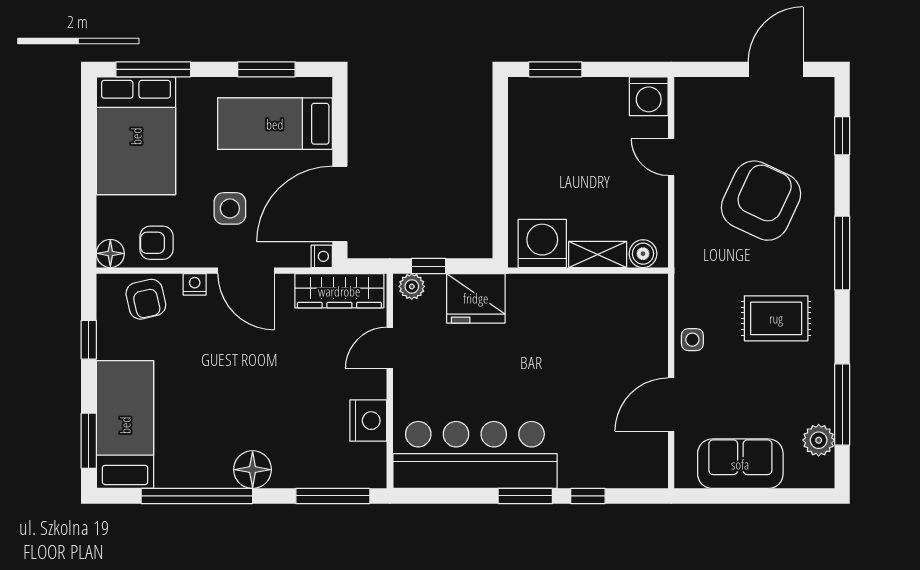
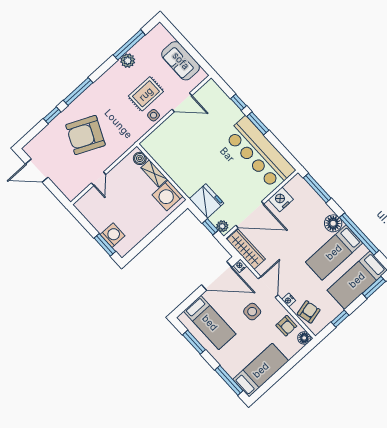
washing machine: (649, 96) -> (113, 235), moved
bed: (136, 136) -> (261, 370), width x0.67
window: (842, 136) -> (52, 115), moved
rug: (776, 318) -> (146, 94), moved, turned 90
door: (390, 348) -> (250, 215), width x1.87
bed: (204, 428) -> (334, 252), added
plant: (819, 440) -> (128, 61), moved

